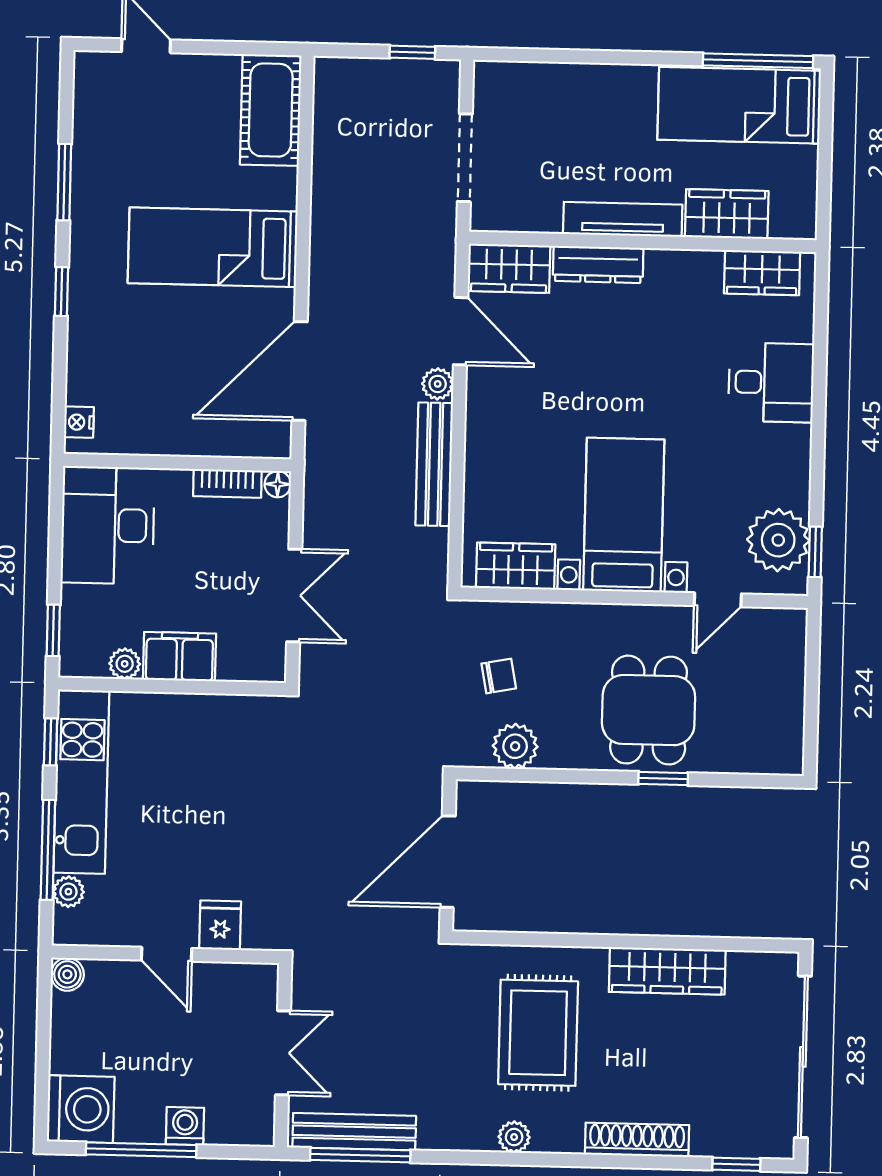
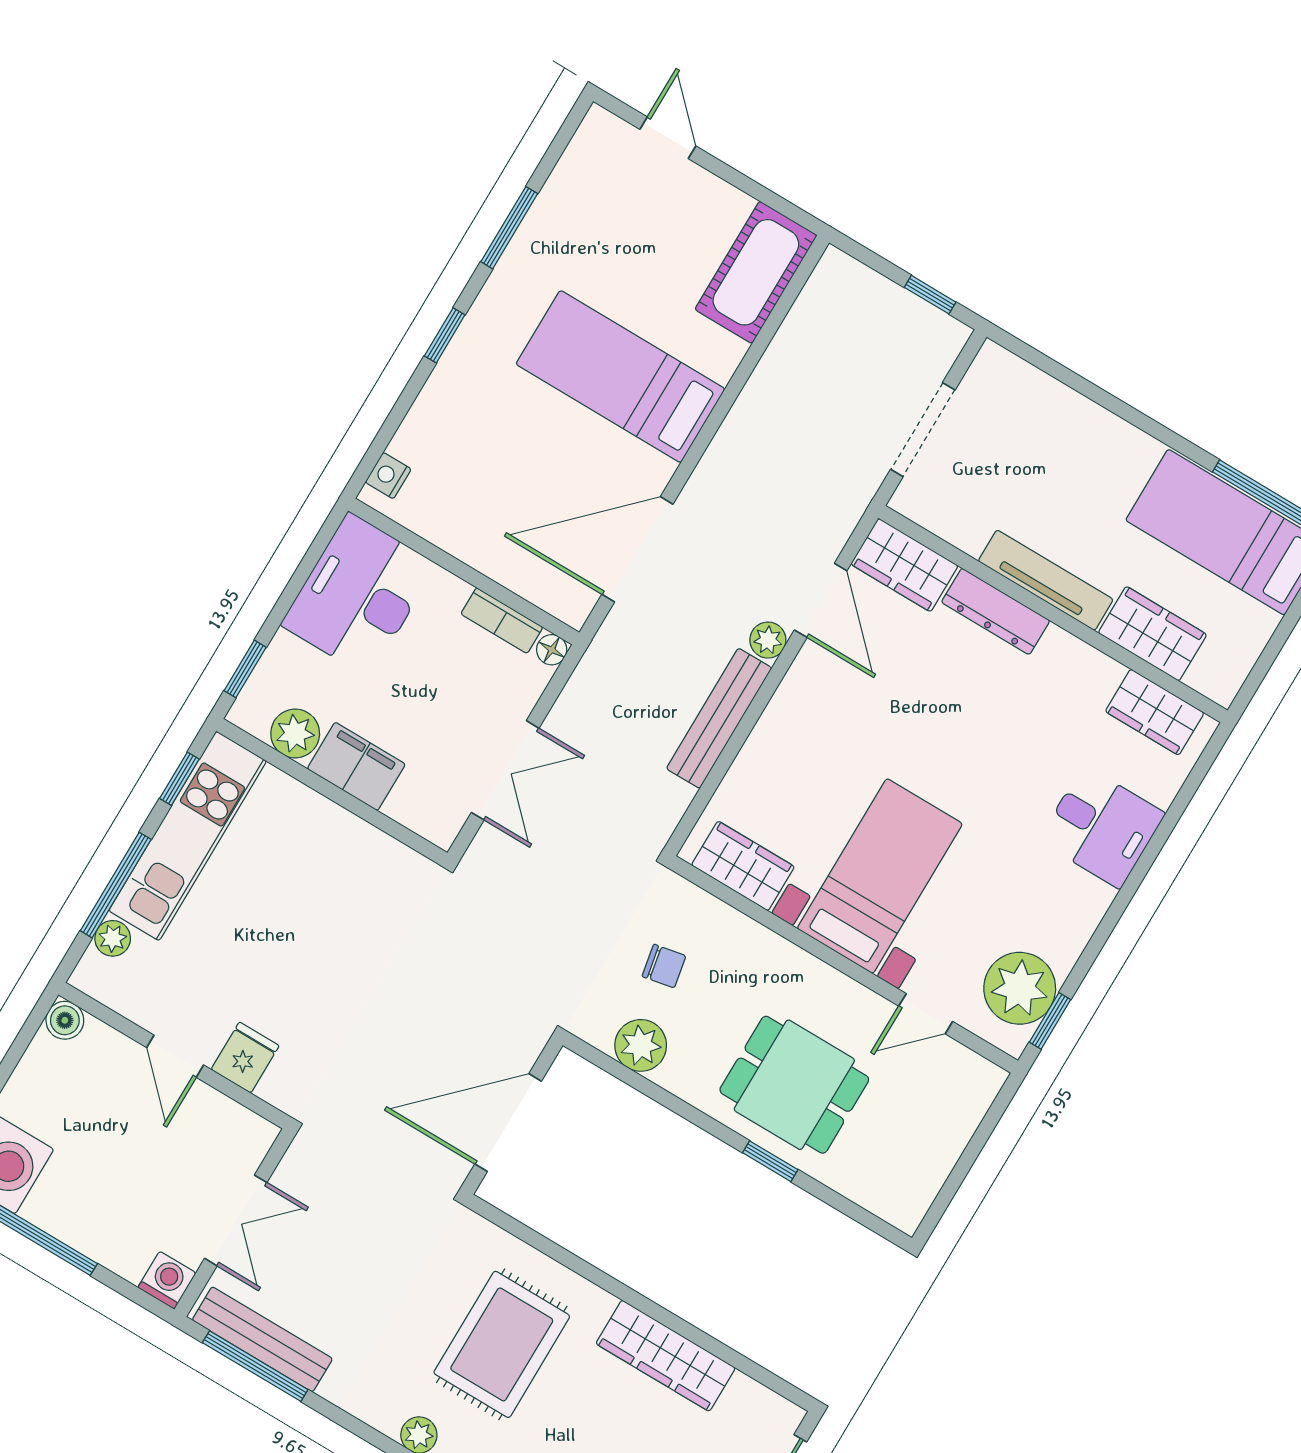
plant: (125, 664) -> (295, 733), width x1.38, depth x1.38
dining table: (649, 710) -> (794, 1085), turned 90
washing machine: (185, 1126) -> (167, 1280), moved

